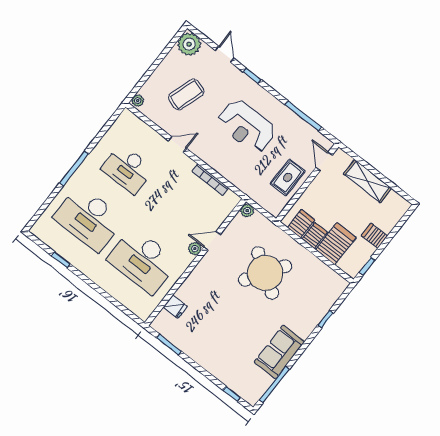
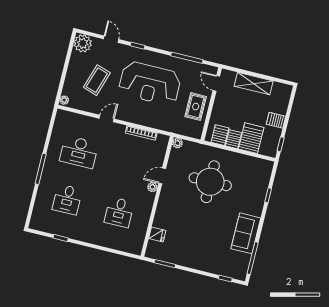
reception desk: (246, 126) -> (150, 83), width x1.36, depth x1.30
desk: (89, 218) -> (67, 199), width x0.53, depth x0.77
desk: (143, 260) -> (119, 212), width x0.53, depth x0.77
round table: (265, 273) -> (210, 182), turned -33

